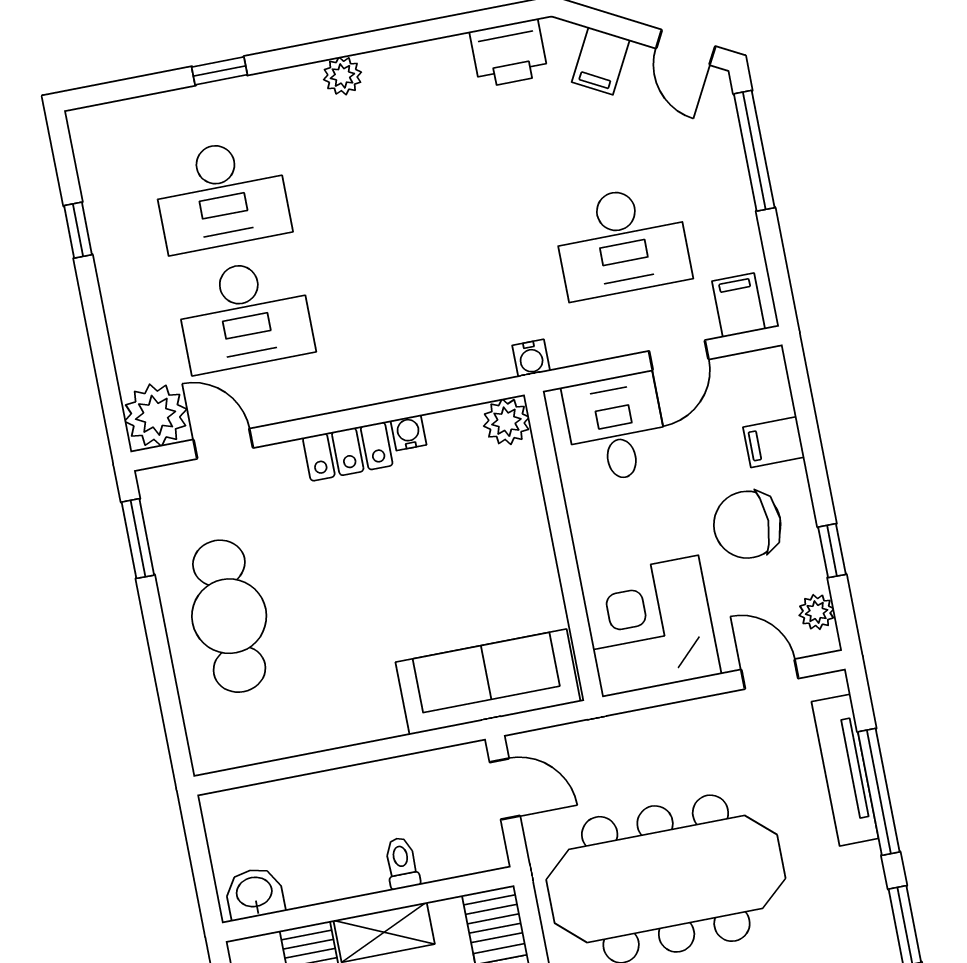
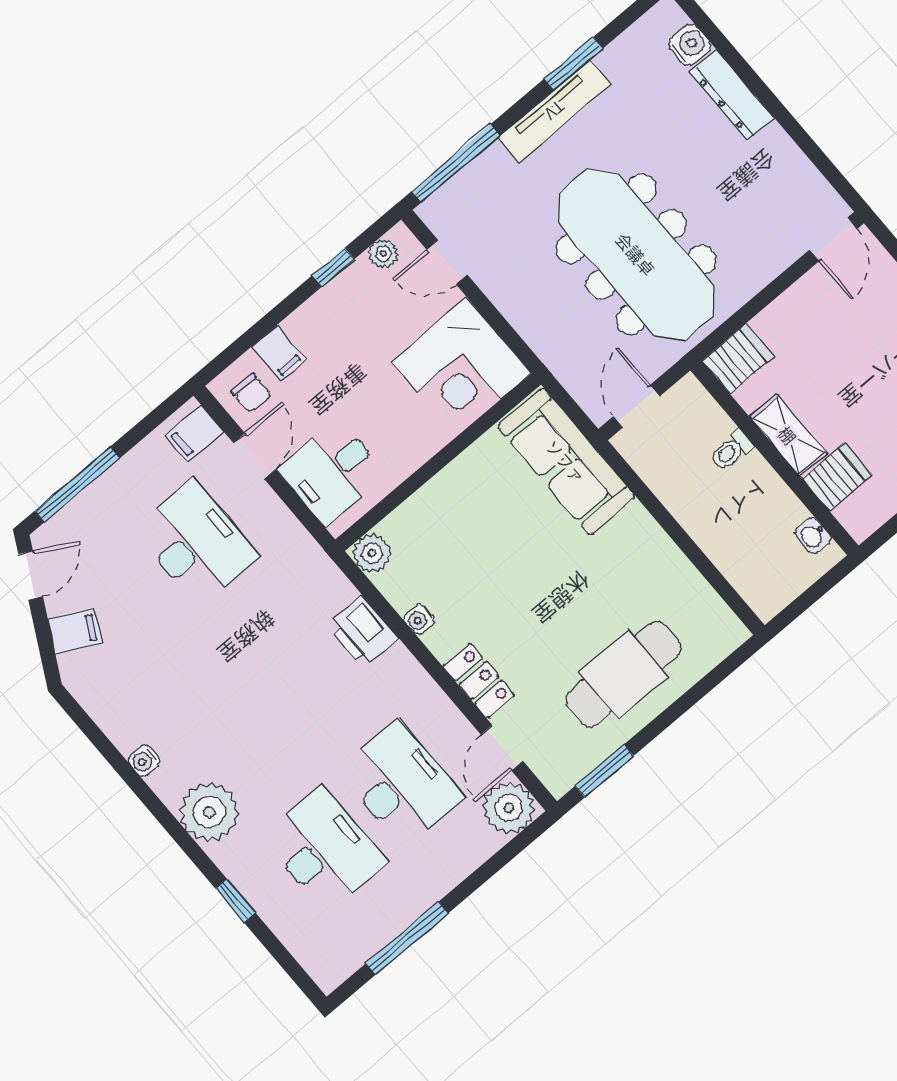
printer: (509, 53) -> (363, 632), moved, turned 180
plant: (342, 76) -> (209, 812), width x1.88, depth x1.88
window: (78, 230) -> (407, 938), width x2.17
door: (679, 355) -> (255, 456), hinge flipped
water cooler: (531, 358) -> (144, 761), moved, turned 180
locker: (348, 451) -> (479, 681), moved
chair: (747, 525) -> (251, 393), moved, width x0.54, depth x0.54
door: (770, 674) -> (447, 262), hinge flipped
tv unit: (845, 770) -> (555, 111), moved
window: (879, 792) -> (456, 163), moved
washbasin: (254, 893) -> (813, 535), width x0.72, depth x0.69

